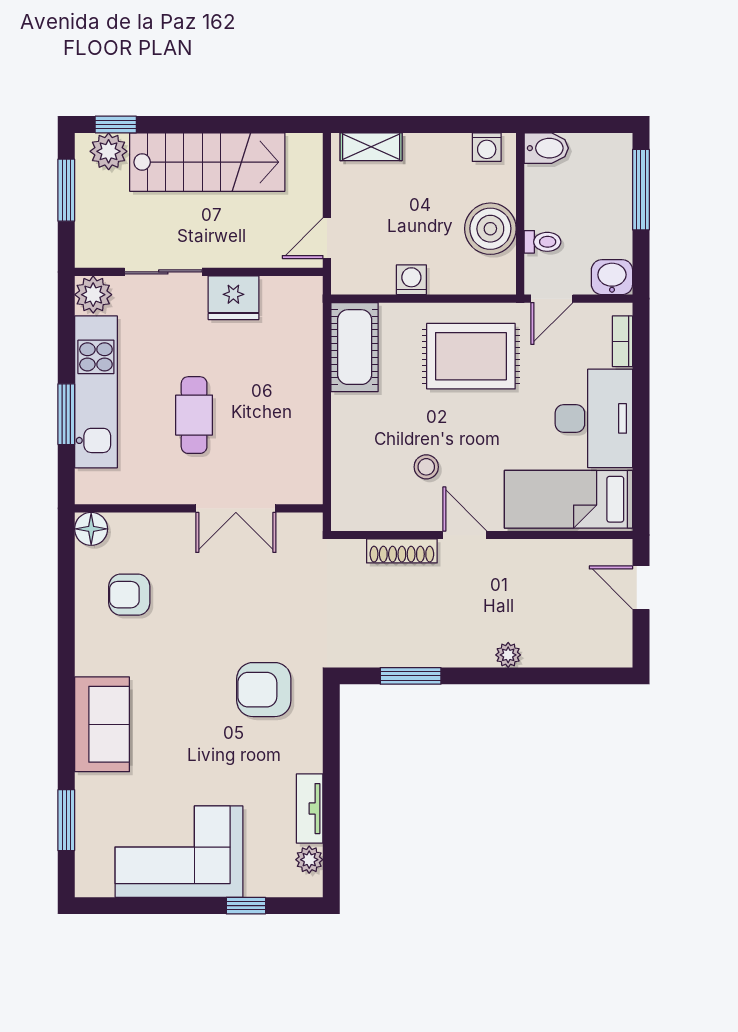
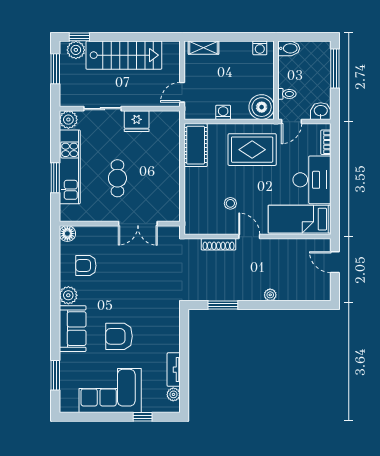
boiler: (490, 229) -> (262, 107), moved
plant: (93, 656) -> (68, 295), added
armchair: (264, 690) -> (119, 336), moved

